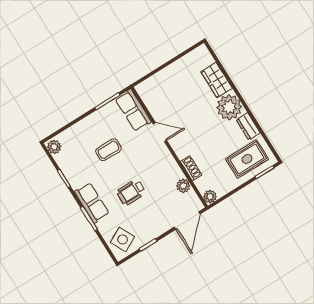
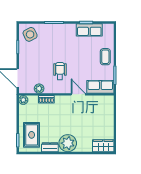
wardrobe: (217, 80) -> (103, 146), moved
door: (160, 132) -> (78, 94), swing flipped
plant: (54, 147) -> (108, 28), removed
coffee table: (108, 150) -> (105, 57), moved
wheelchair: (131, 192) -> (60, 71), moved
row of seats: (92, 203) -> (89, 30), moved

